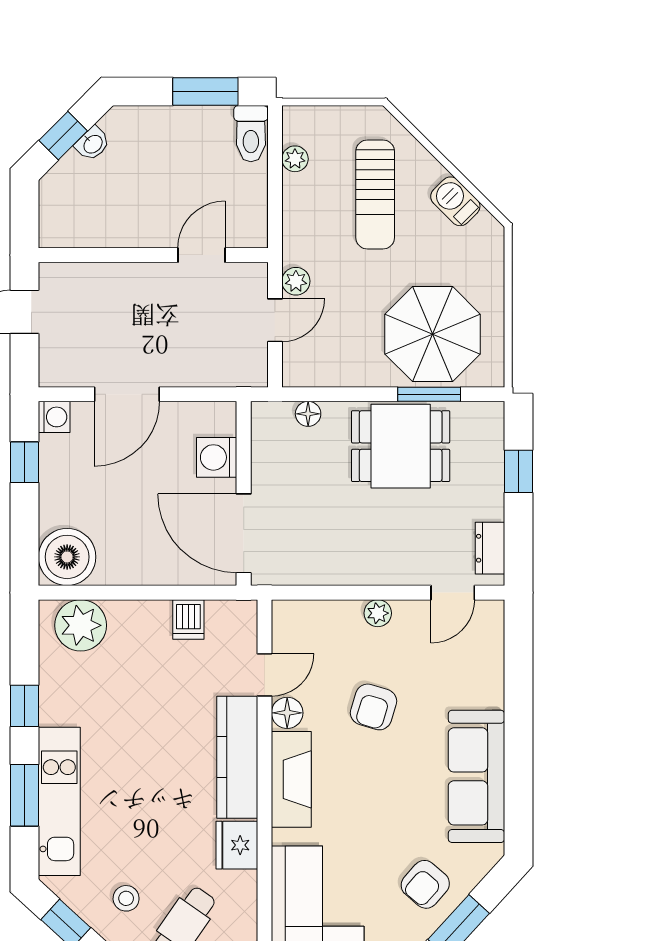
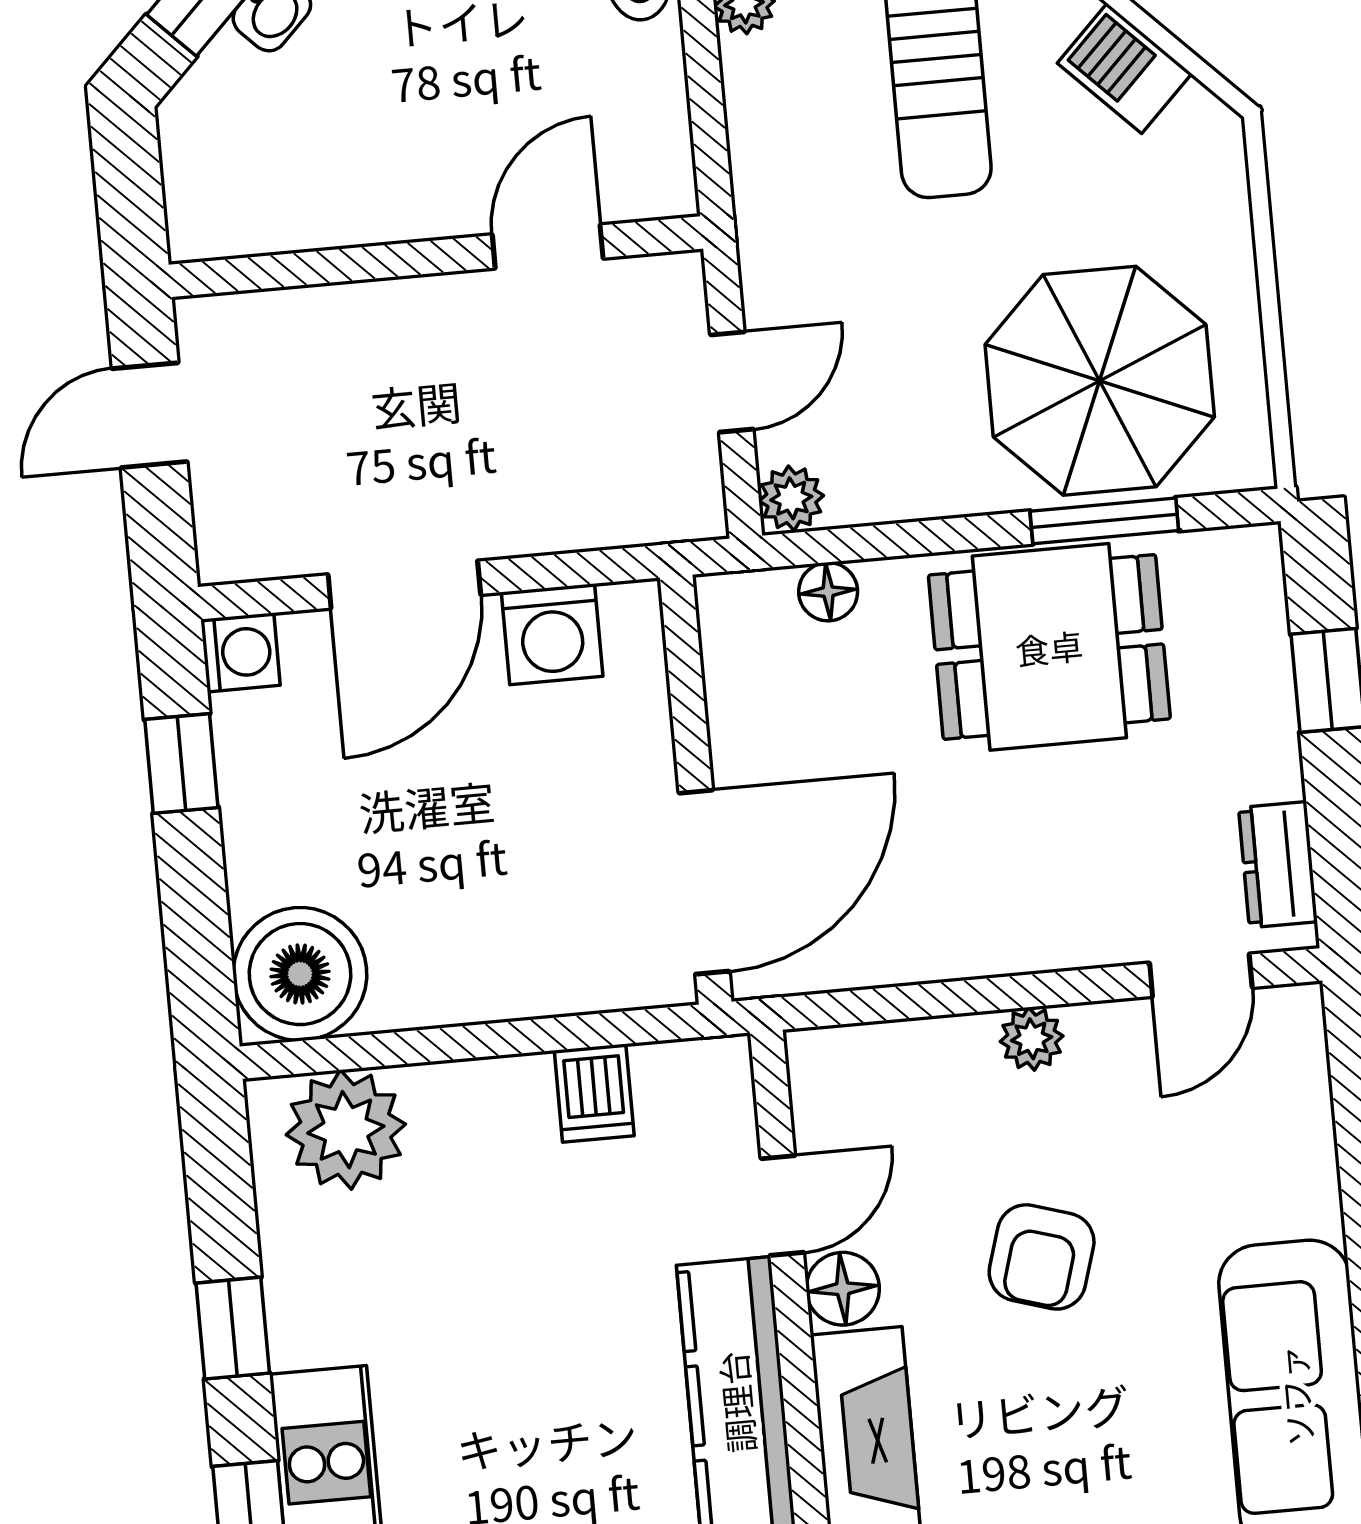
plant: (296, 281) -> (791, 498), moved
washing machine: (217, 457) -> (552, 634), moved, turned -90
door: (244, 533) -> (704, 882), swing flipped

